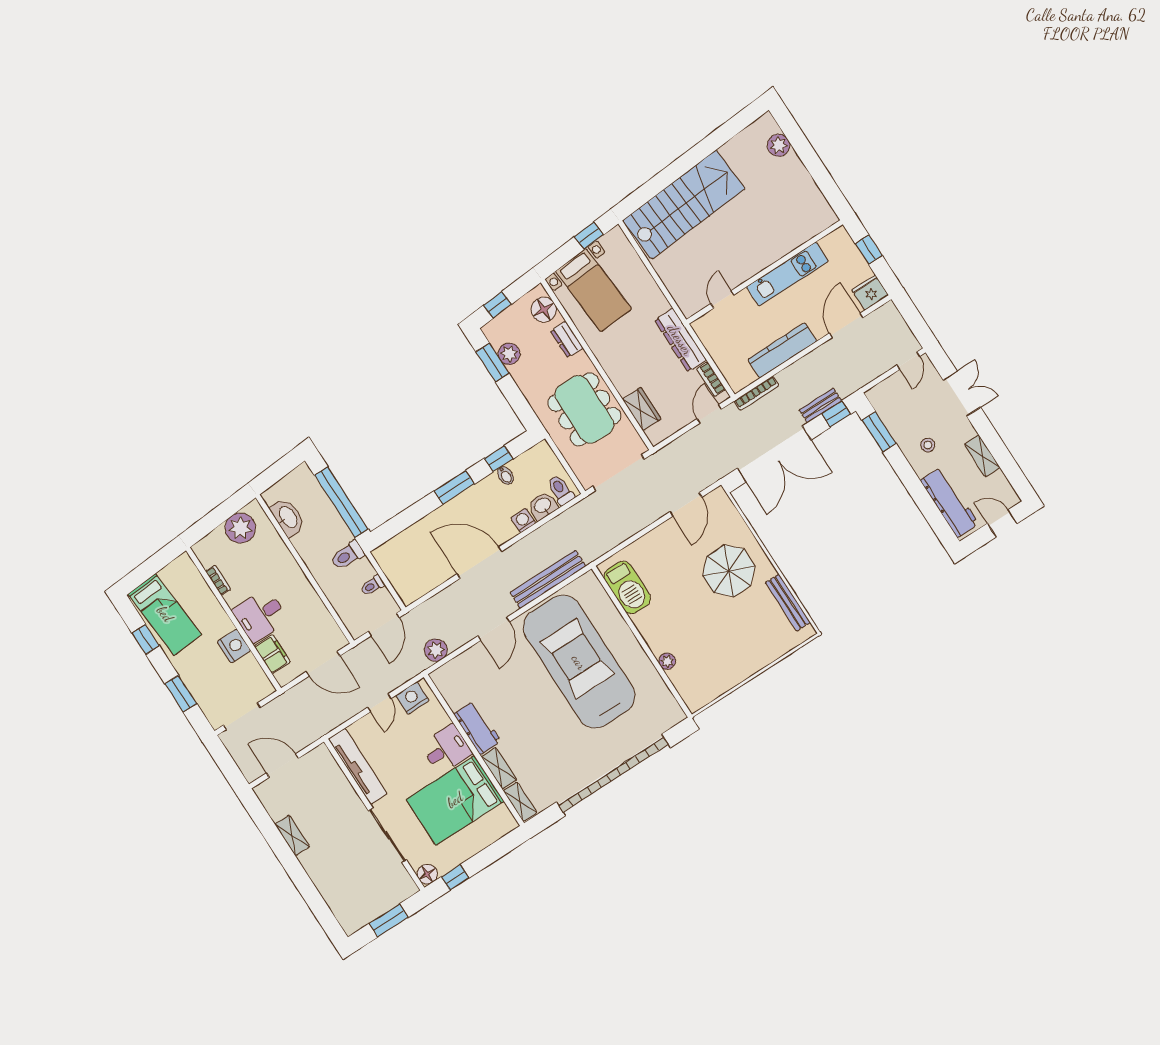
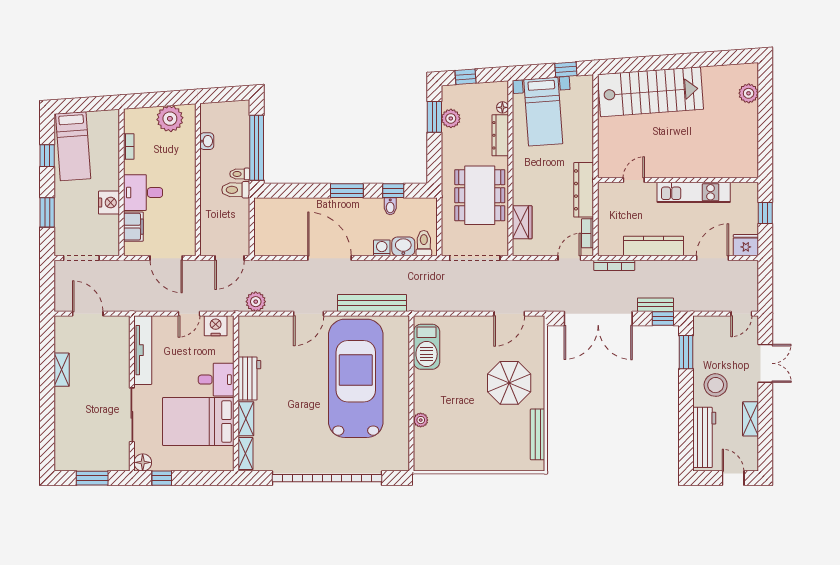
floor lamp: (544, 310) -> (502, 107), width x0.53, depth x0.53
dresser: (567, 339) -> (500, 135), width x1.44
stool: (928, 445) -> (716, 385), width x1.89, depth x1.89
washbasin: (288, 517) -> (207, 141), width x0.52, depth x0.69
toilet: (372, 585) -> (240, 174), moved

